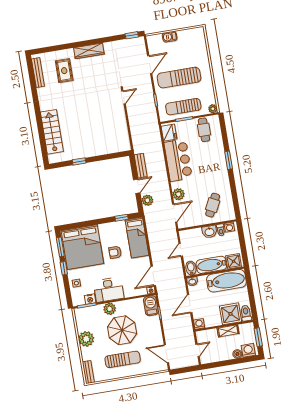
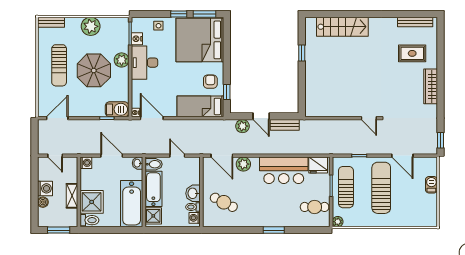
armchair: (115, 252) -> (210, 82), moved
washing machine: (248, 350) -> (45, 188), moved

